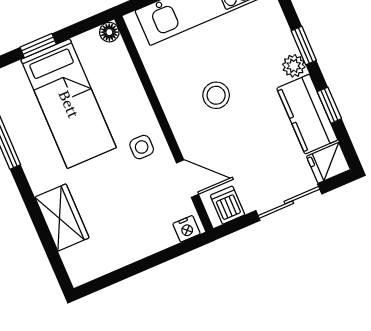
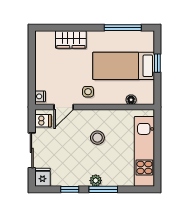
floor lamp: (109, 32) -> (131, 100), moved
window: (304, 46) -> (103, 189), width x1.50
kitchen counter: (307, 114) -> (70, 177), removed

